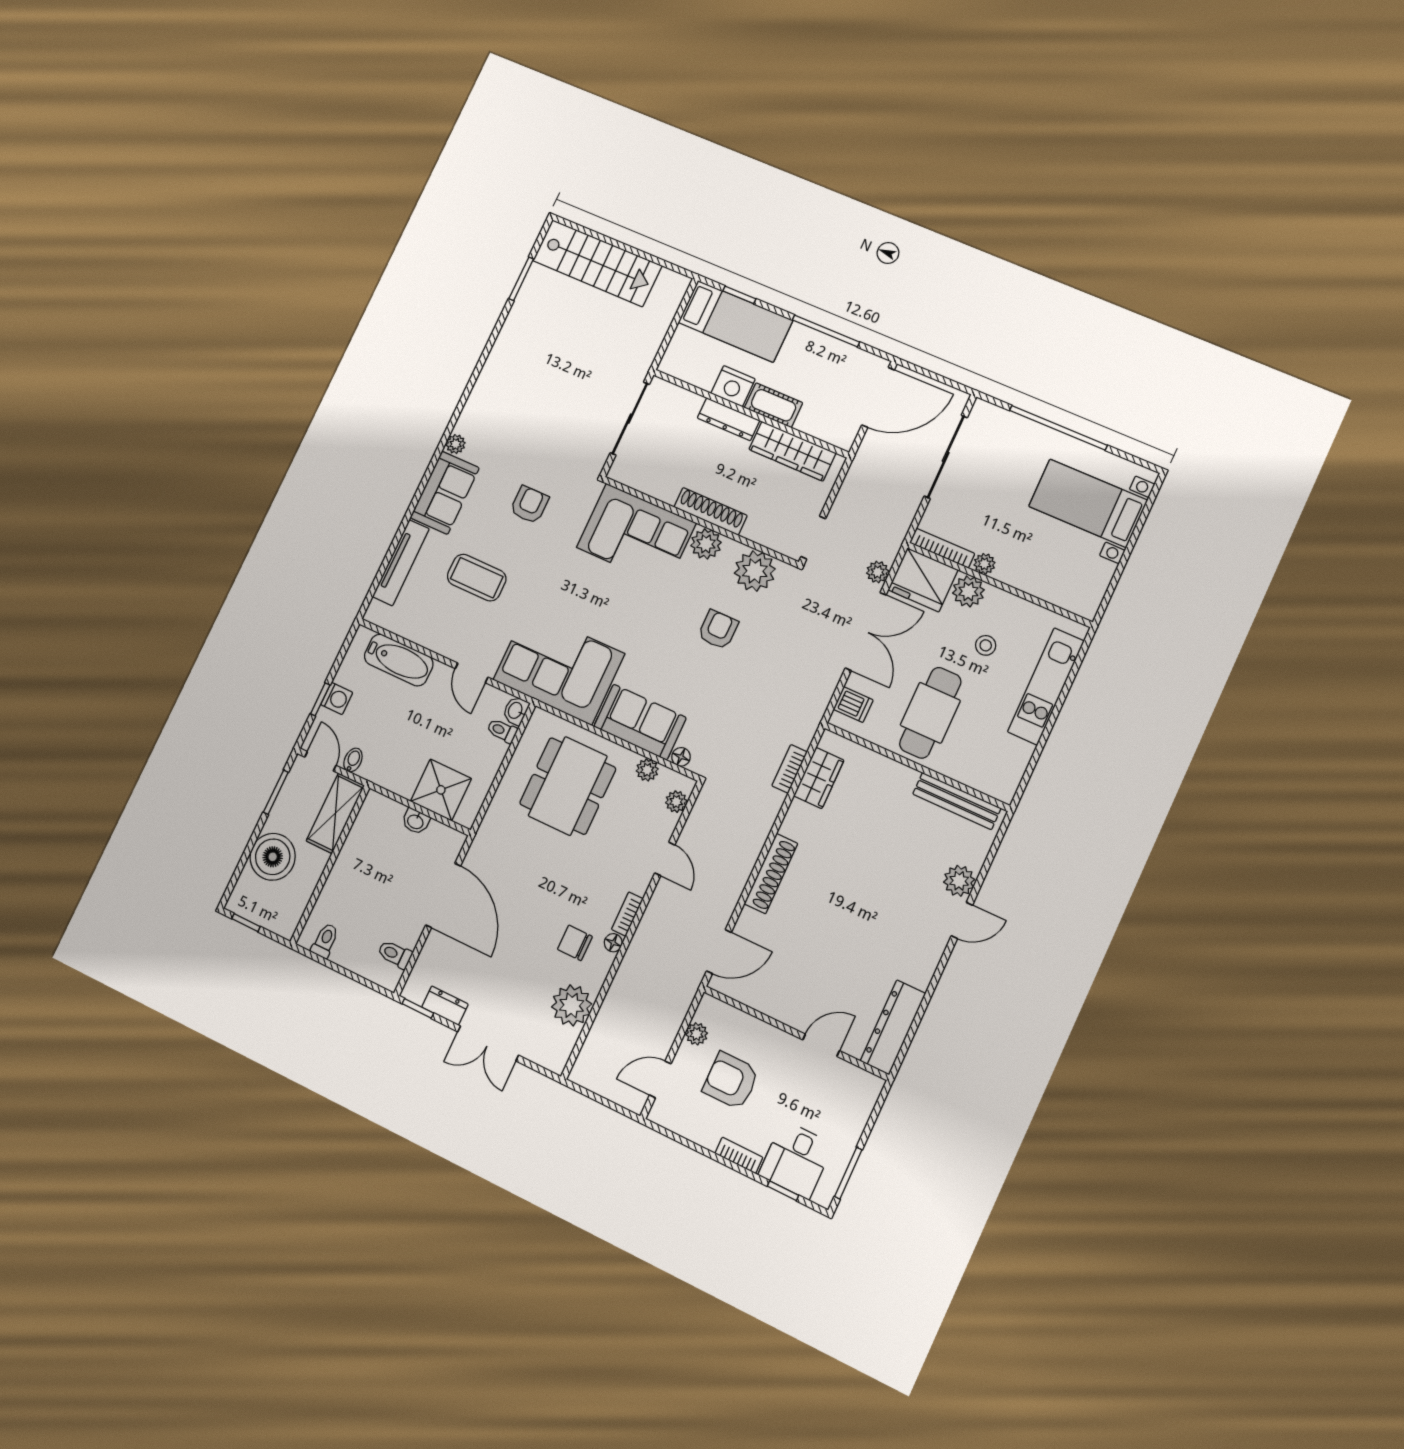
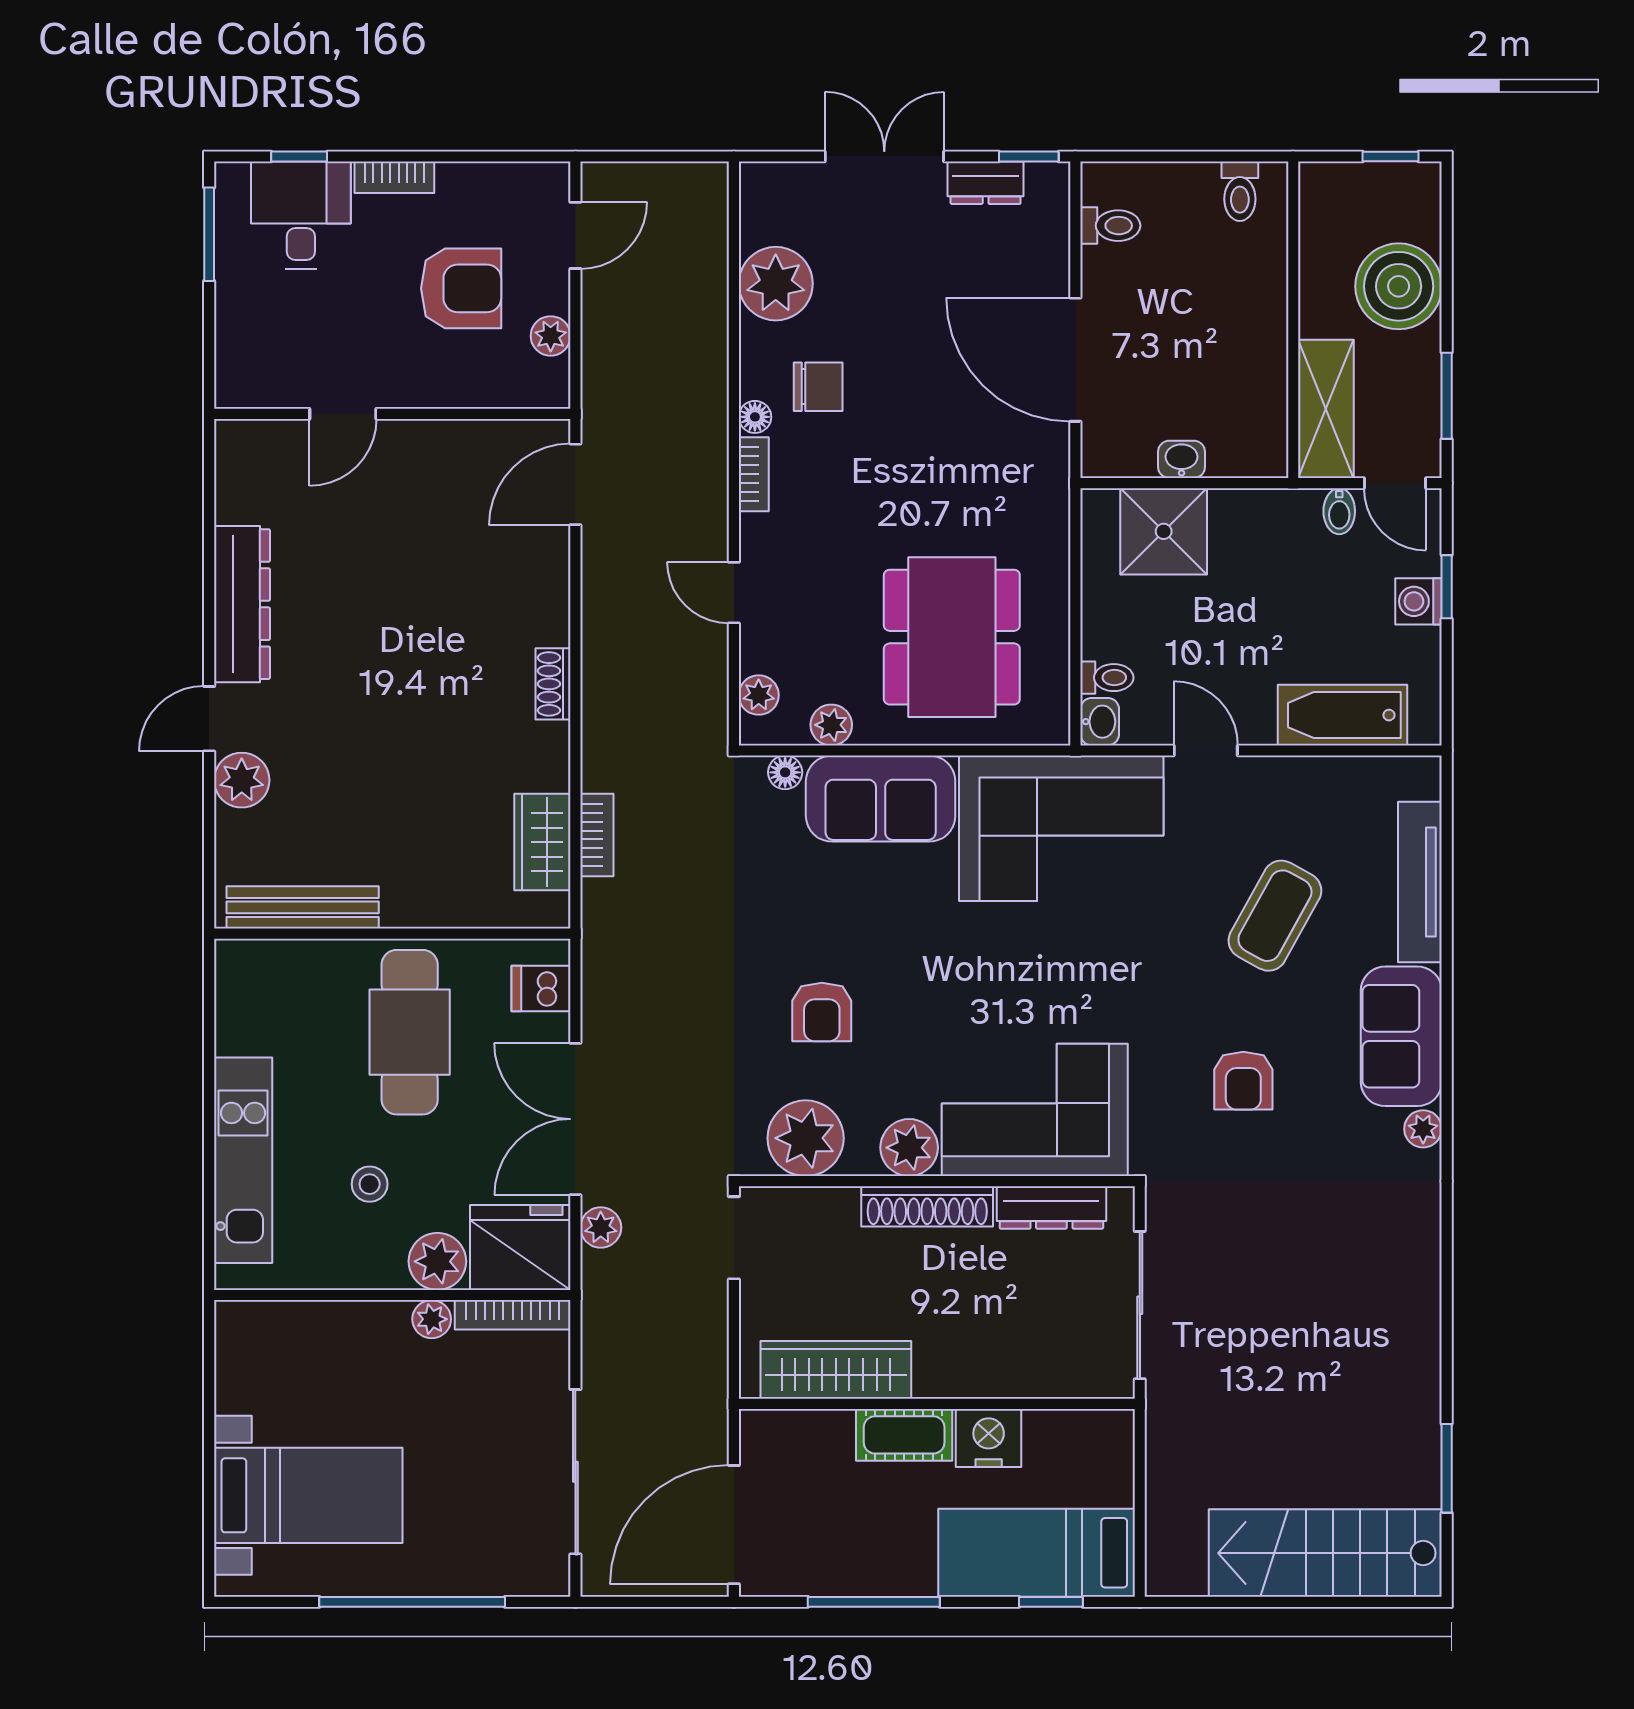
dresser: (729, 419) -> (1051, 1207), moved, turned 180
coffee table: (477, 578) -> (1275, 916), turned -61
shoe rack: (771, 874) -> (553, 684), width x0.51, depth x0.81
dresser: (893, 1027) -> (242, 604), moved

